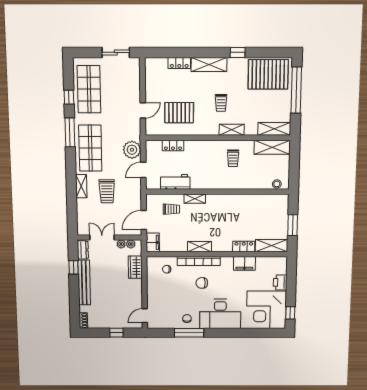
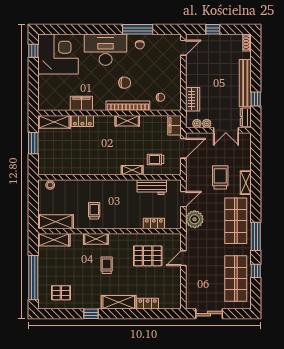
pallet: (268, 74) -> (61, 293), width x0.49, depth x0.50
printer: (280, 282) -> (45, 83), removed

